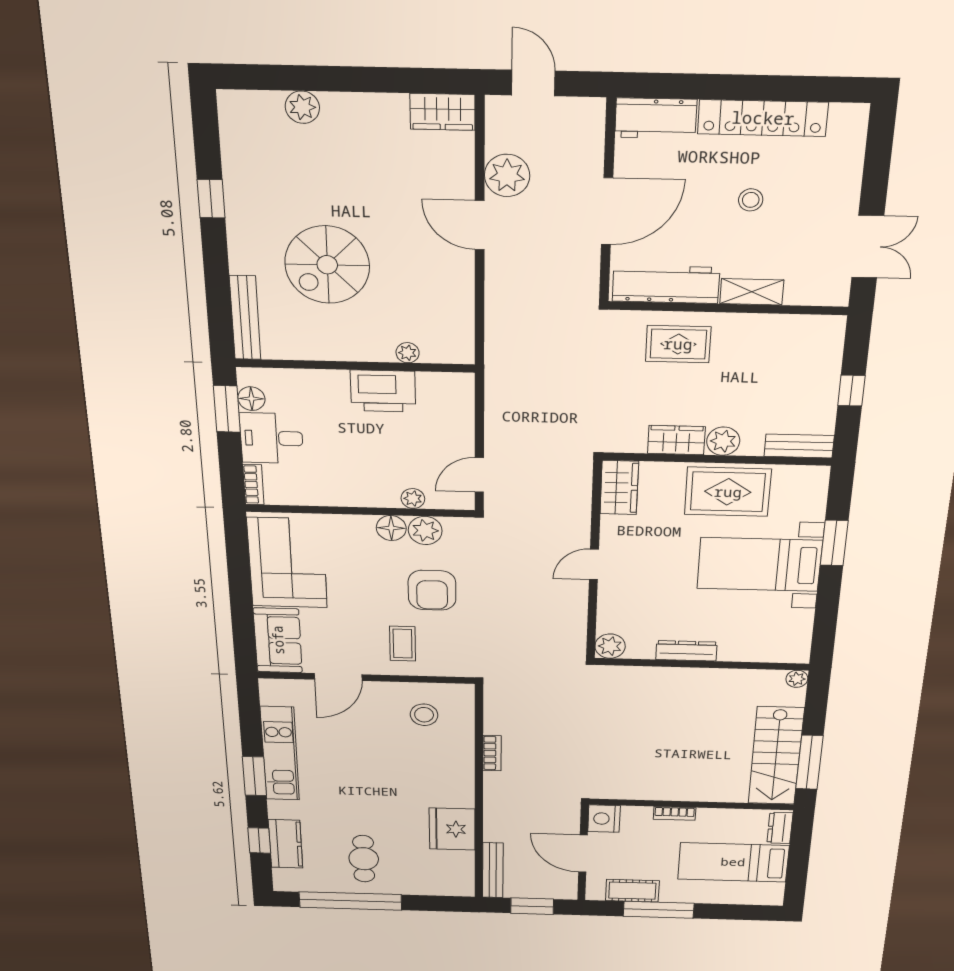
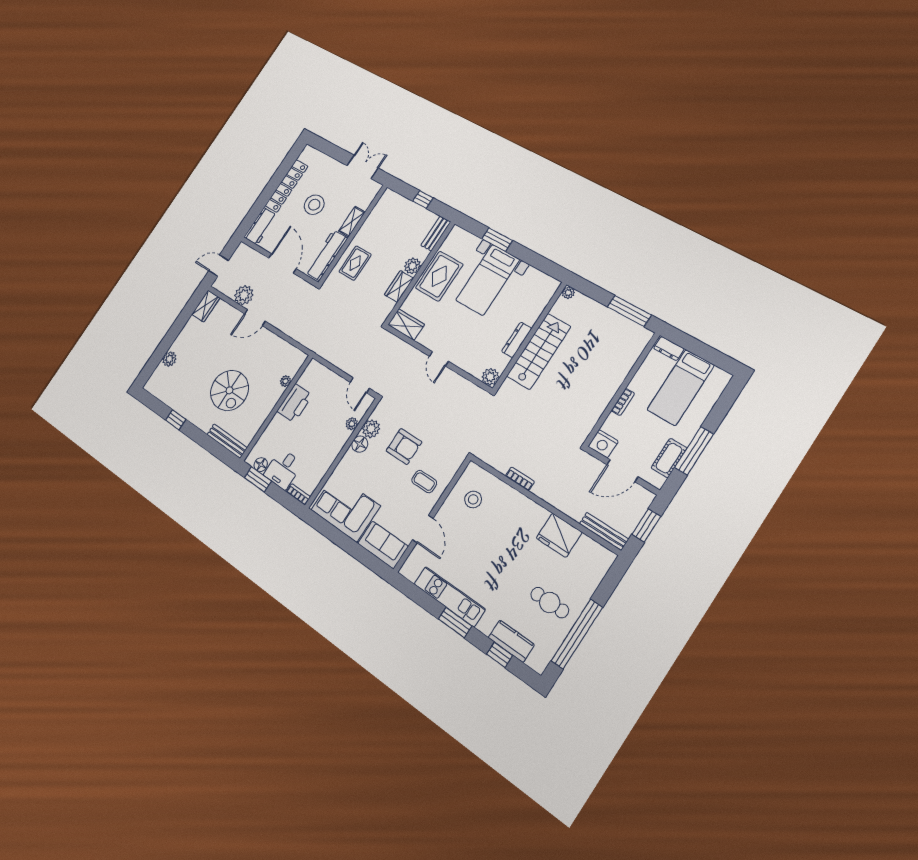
stool: (751, 200) -> (314, 205), width x1.89, depth x1.89
stairs: (776, 756) -> (539, 351), moved, turned -90

